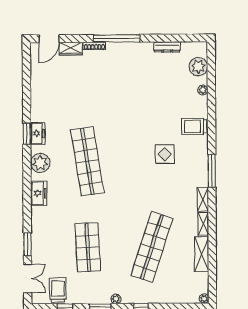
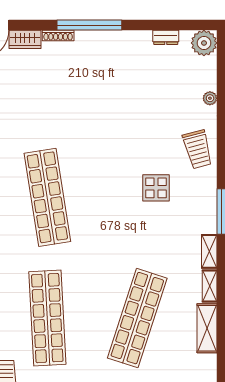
dresser: (167, 47) -> (166, 37), width x0.70
plant: (198, 67) -> (204, 43), moved
trolley: (194, 126) -> (198, 149), turned -105
shop shelf: (88, 247) -> (47, 318), width x1.40

